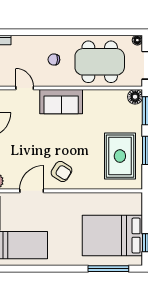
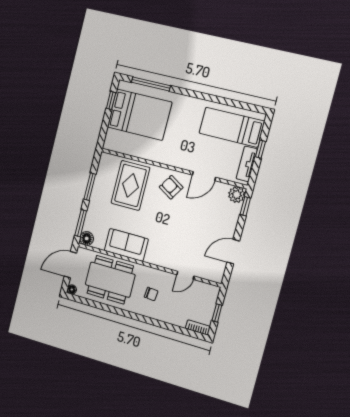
door: (25, 88) -> (185, 275), hinge flipped
sofa: (61, 102) -> (126, 245), moved
rug: (120, 156) -> (130, 185), moved

